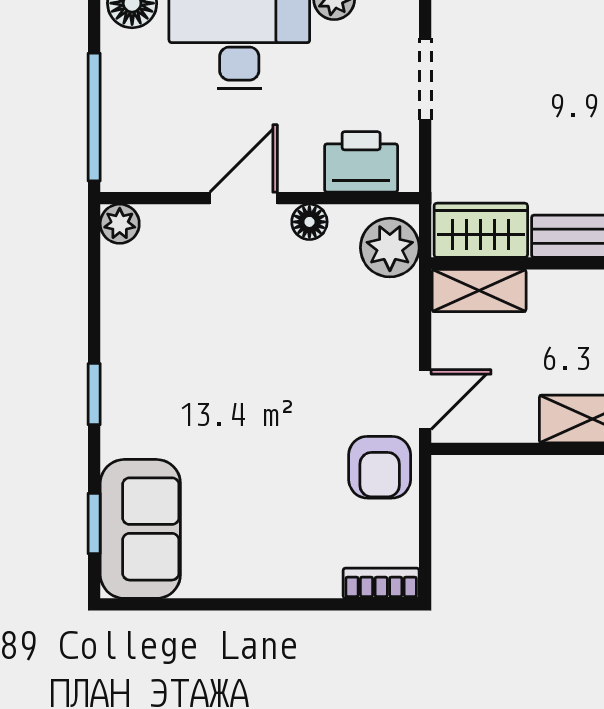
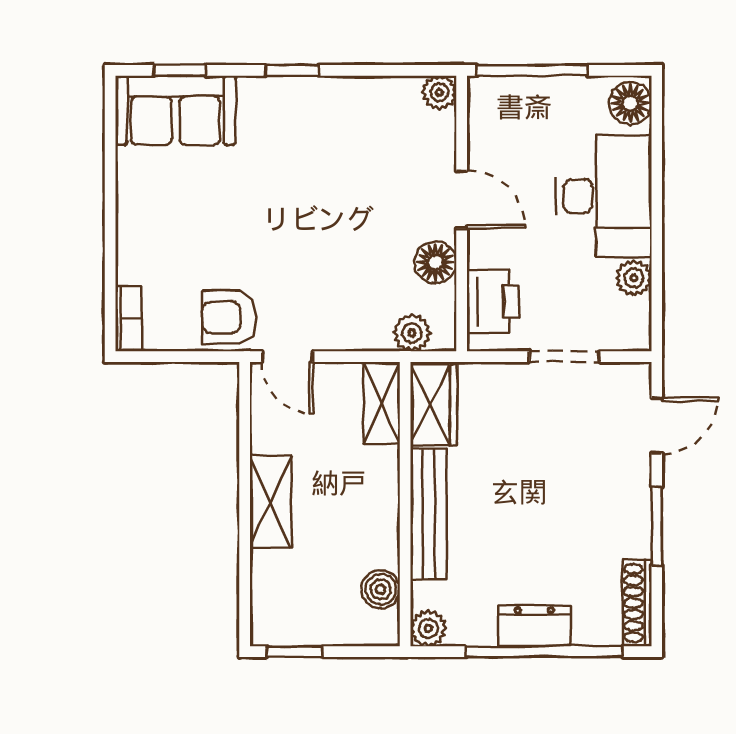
floor lamp: (309, 222) -> (435, 262), width x1.37, depth x1.37
plant: (390, 248) -> (412, 333), width x0.73, depth x0.73

